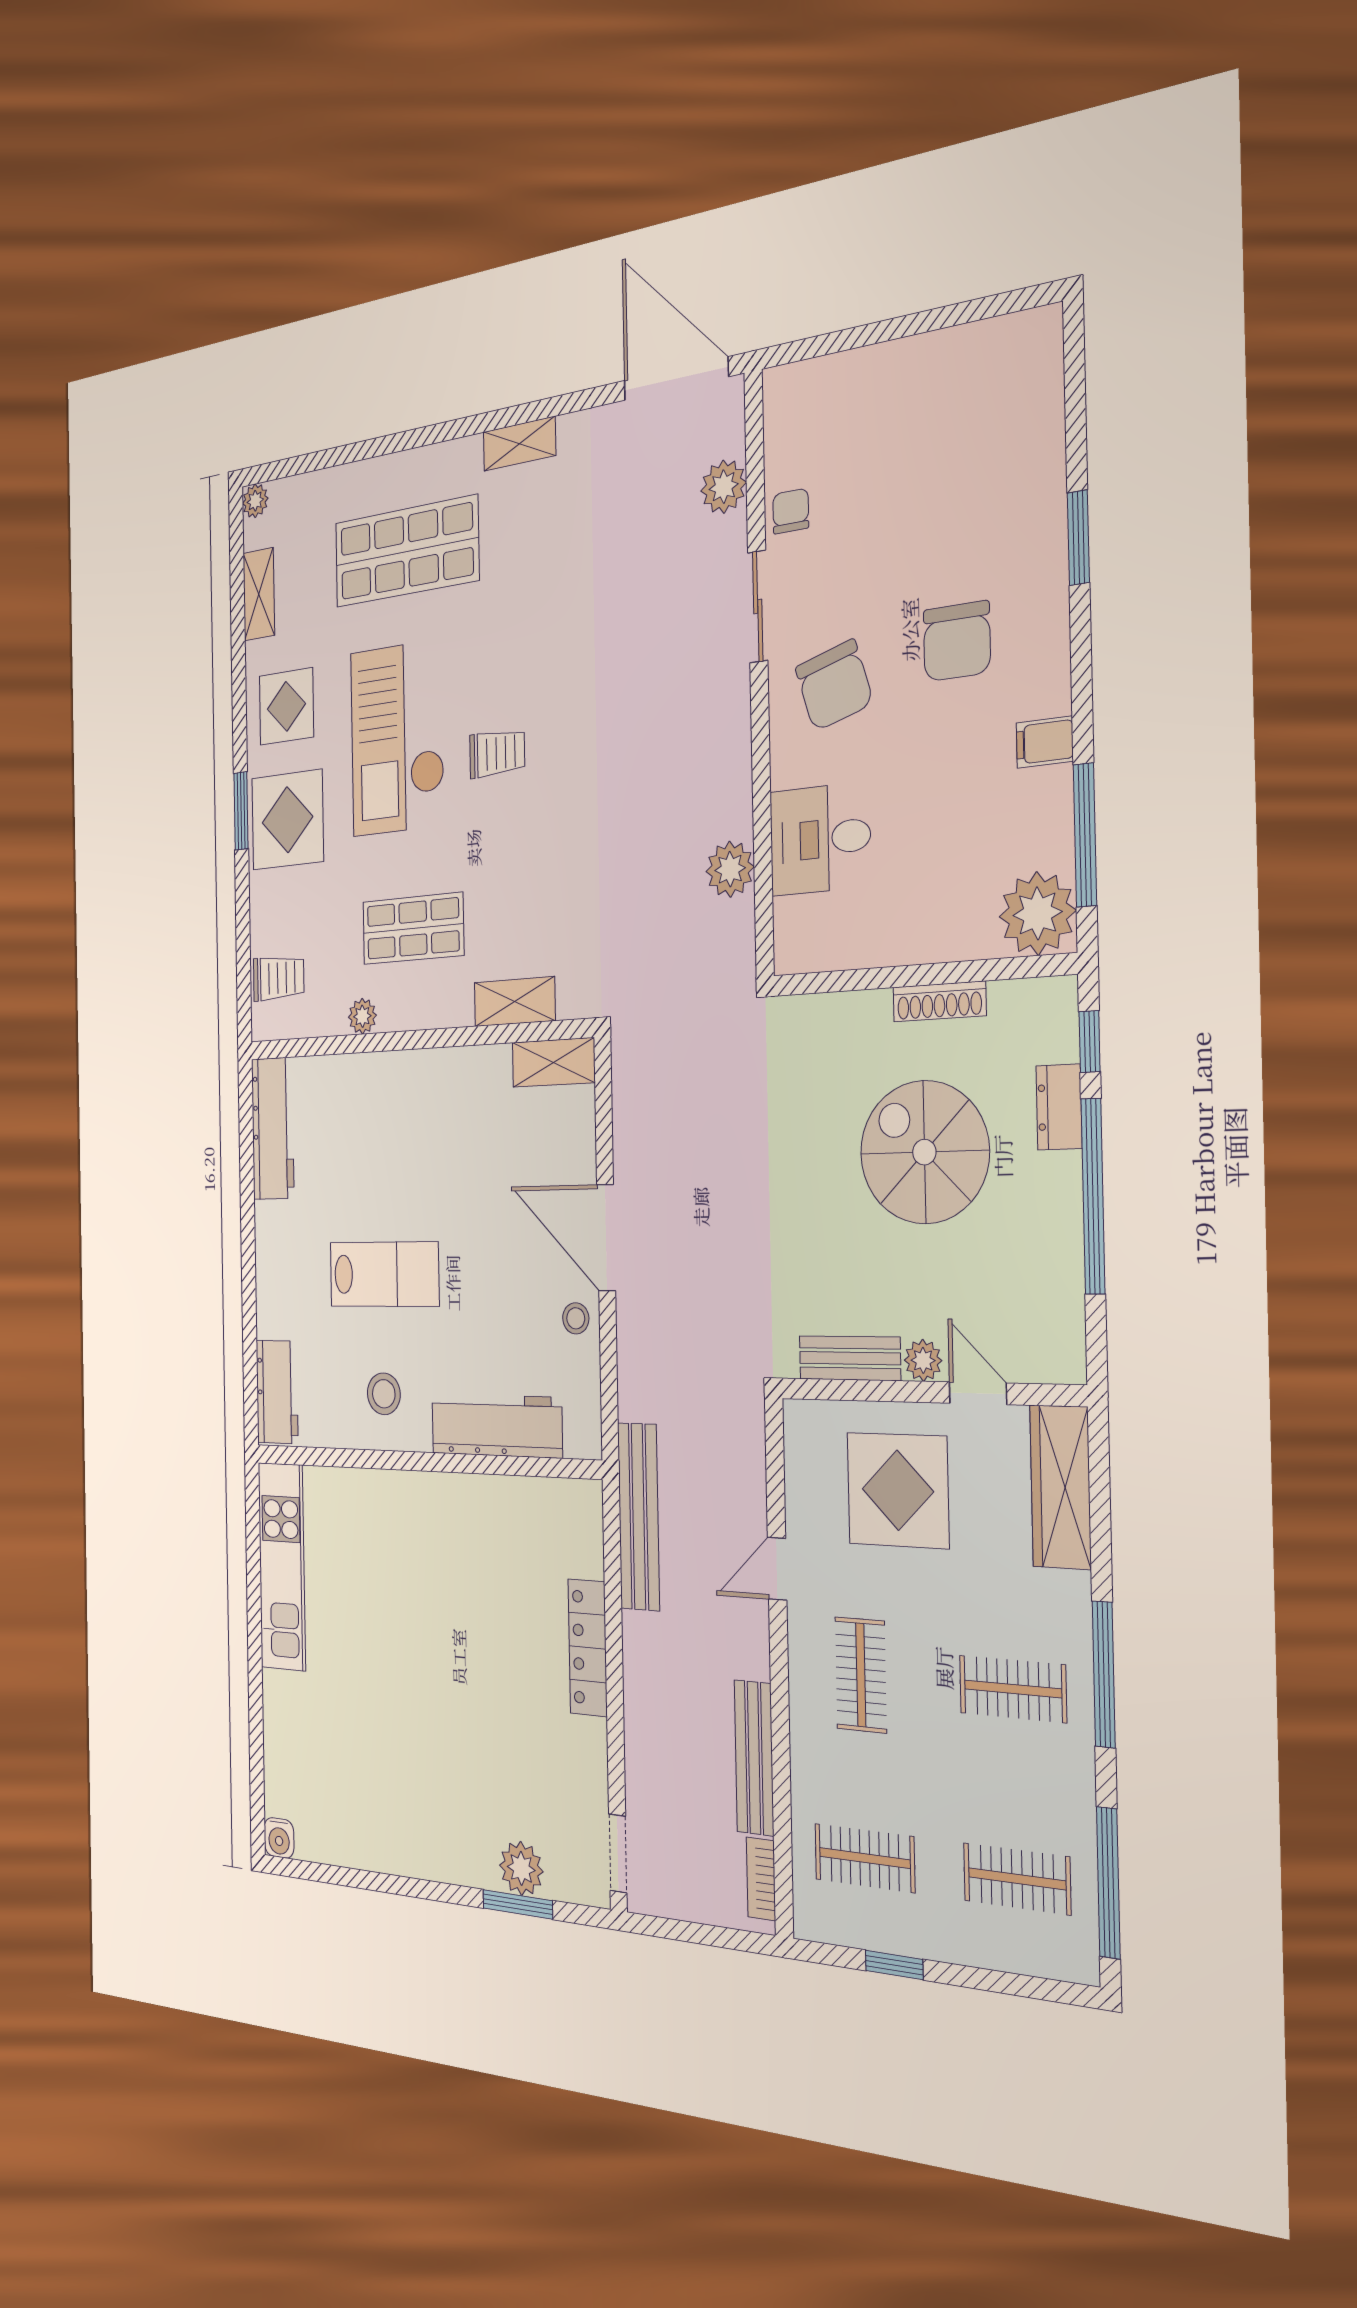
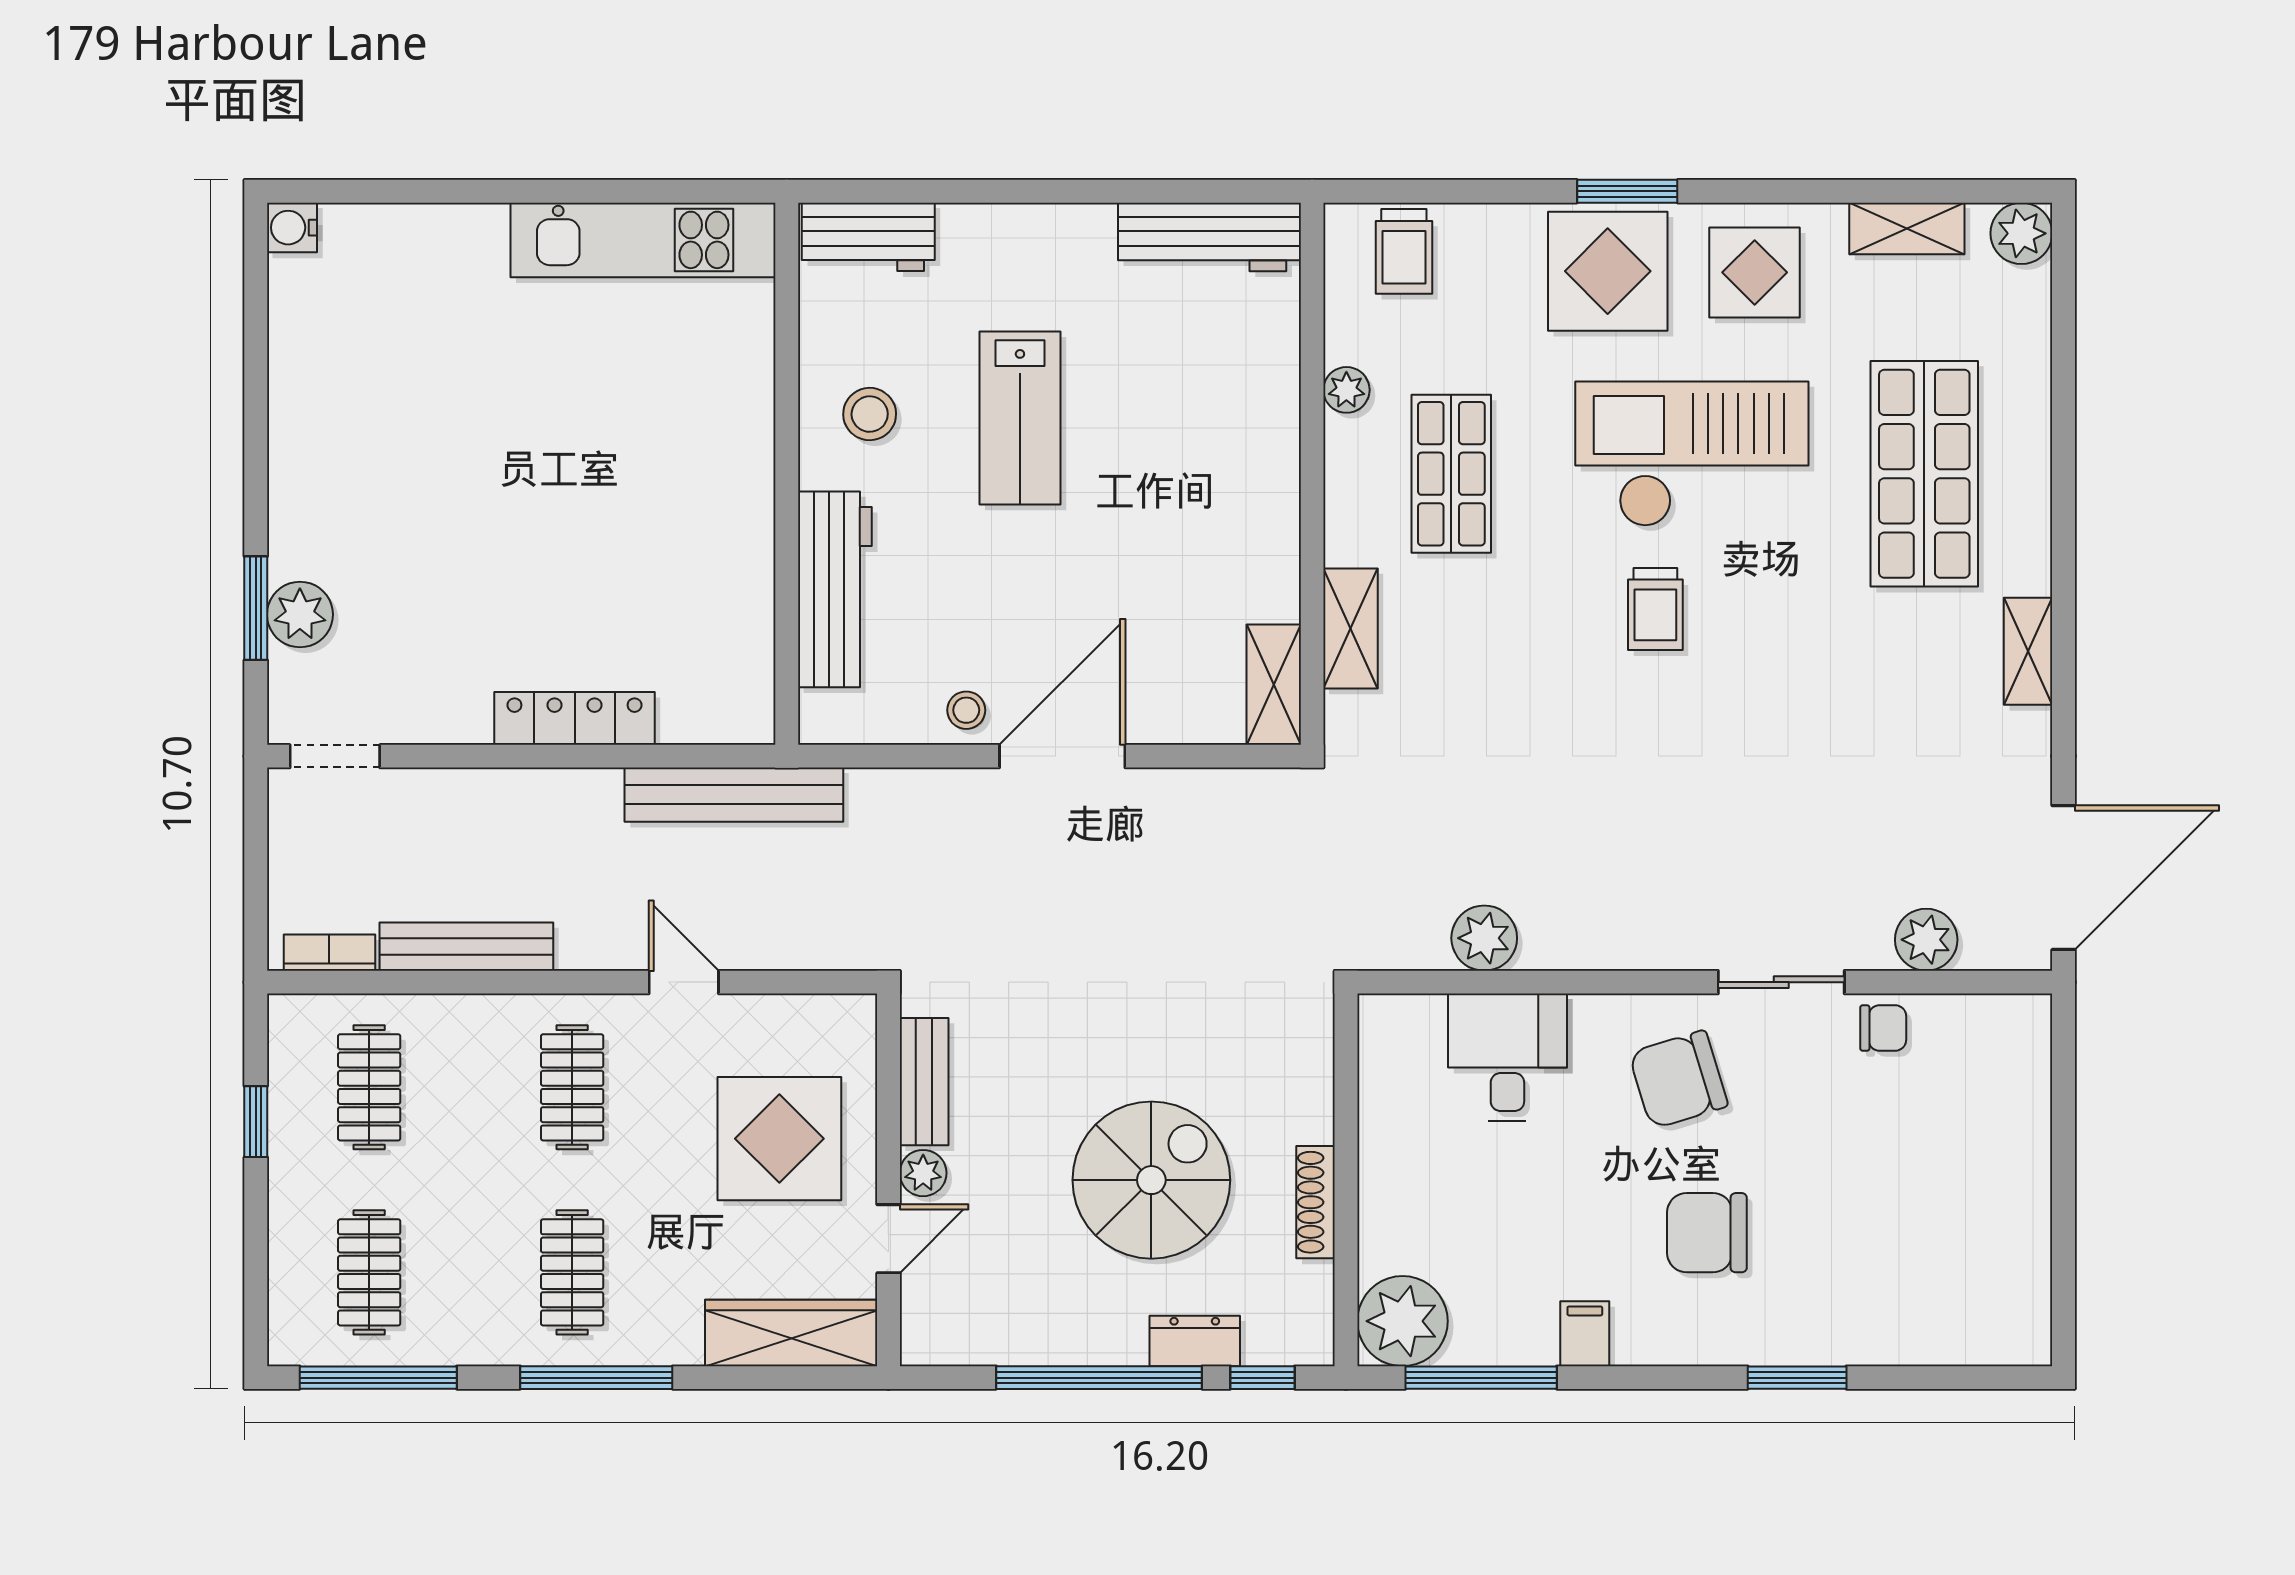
plant: (255, 501) -> (2021, 233), width x1.38, depth x1.38
clothes rail: (861, 1675) -> (572, 1087), turned 90

